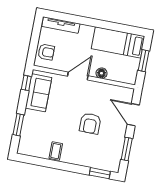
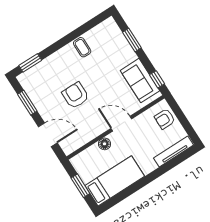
door: (78, 76) -> (121, 124), swing flipped

